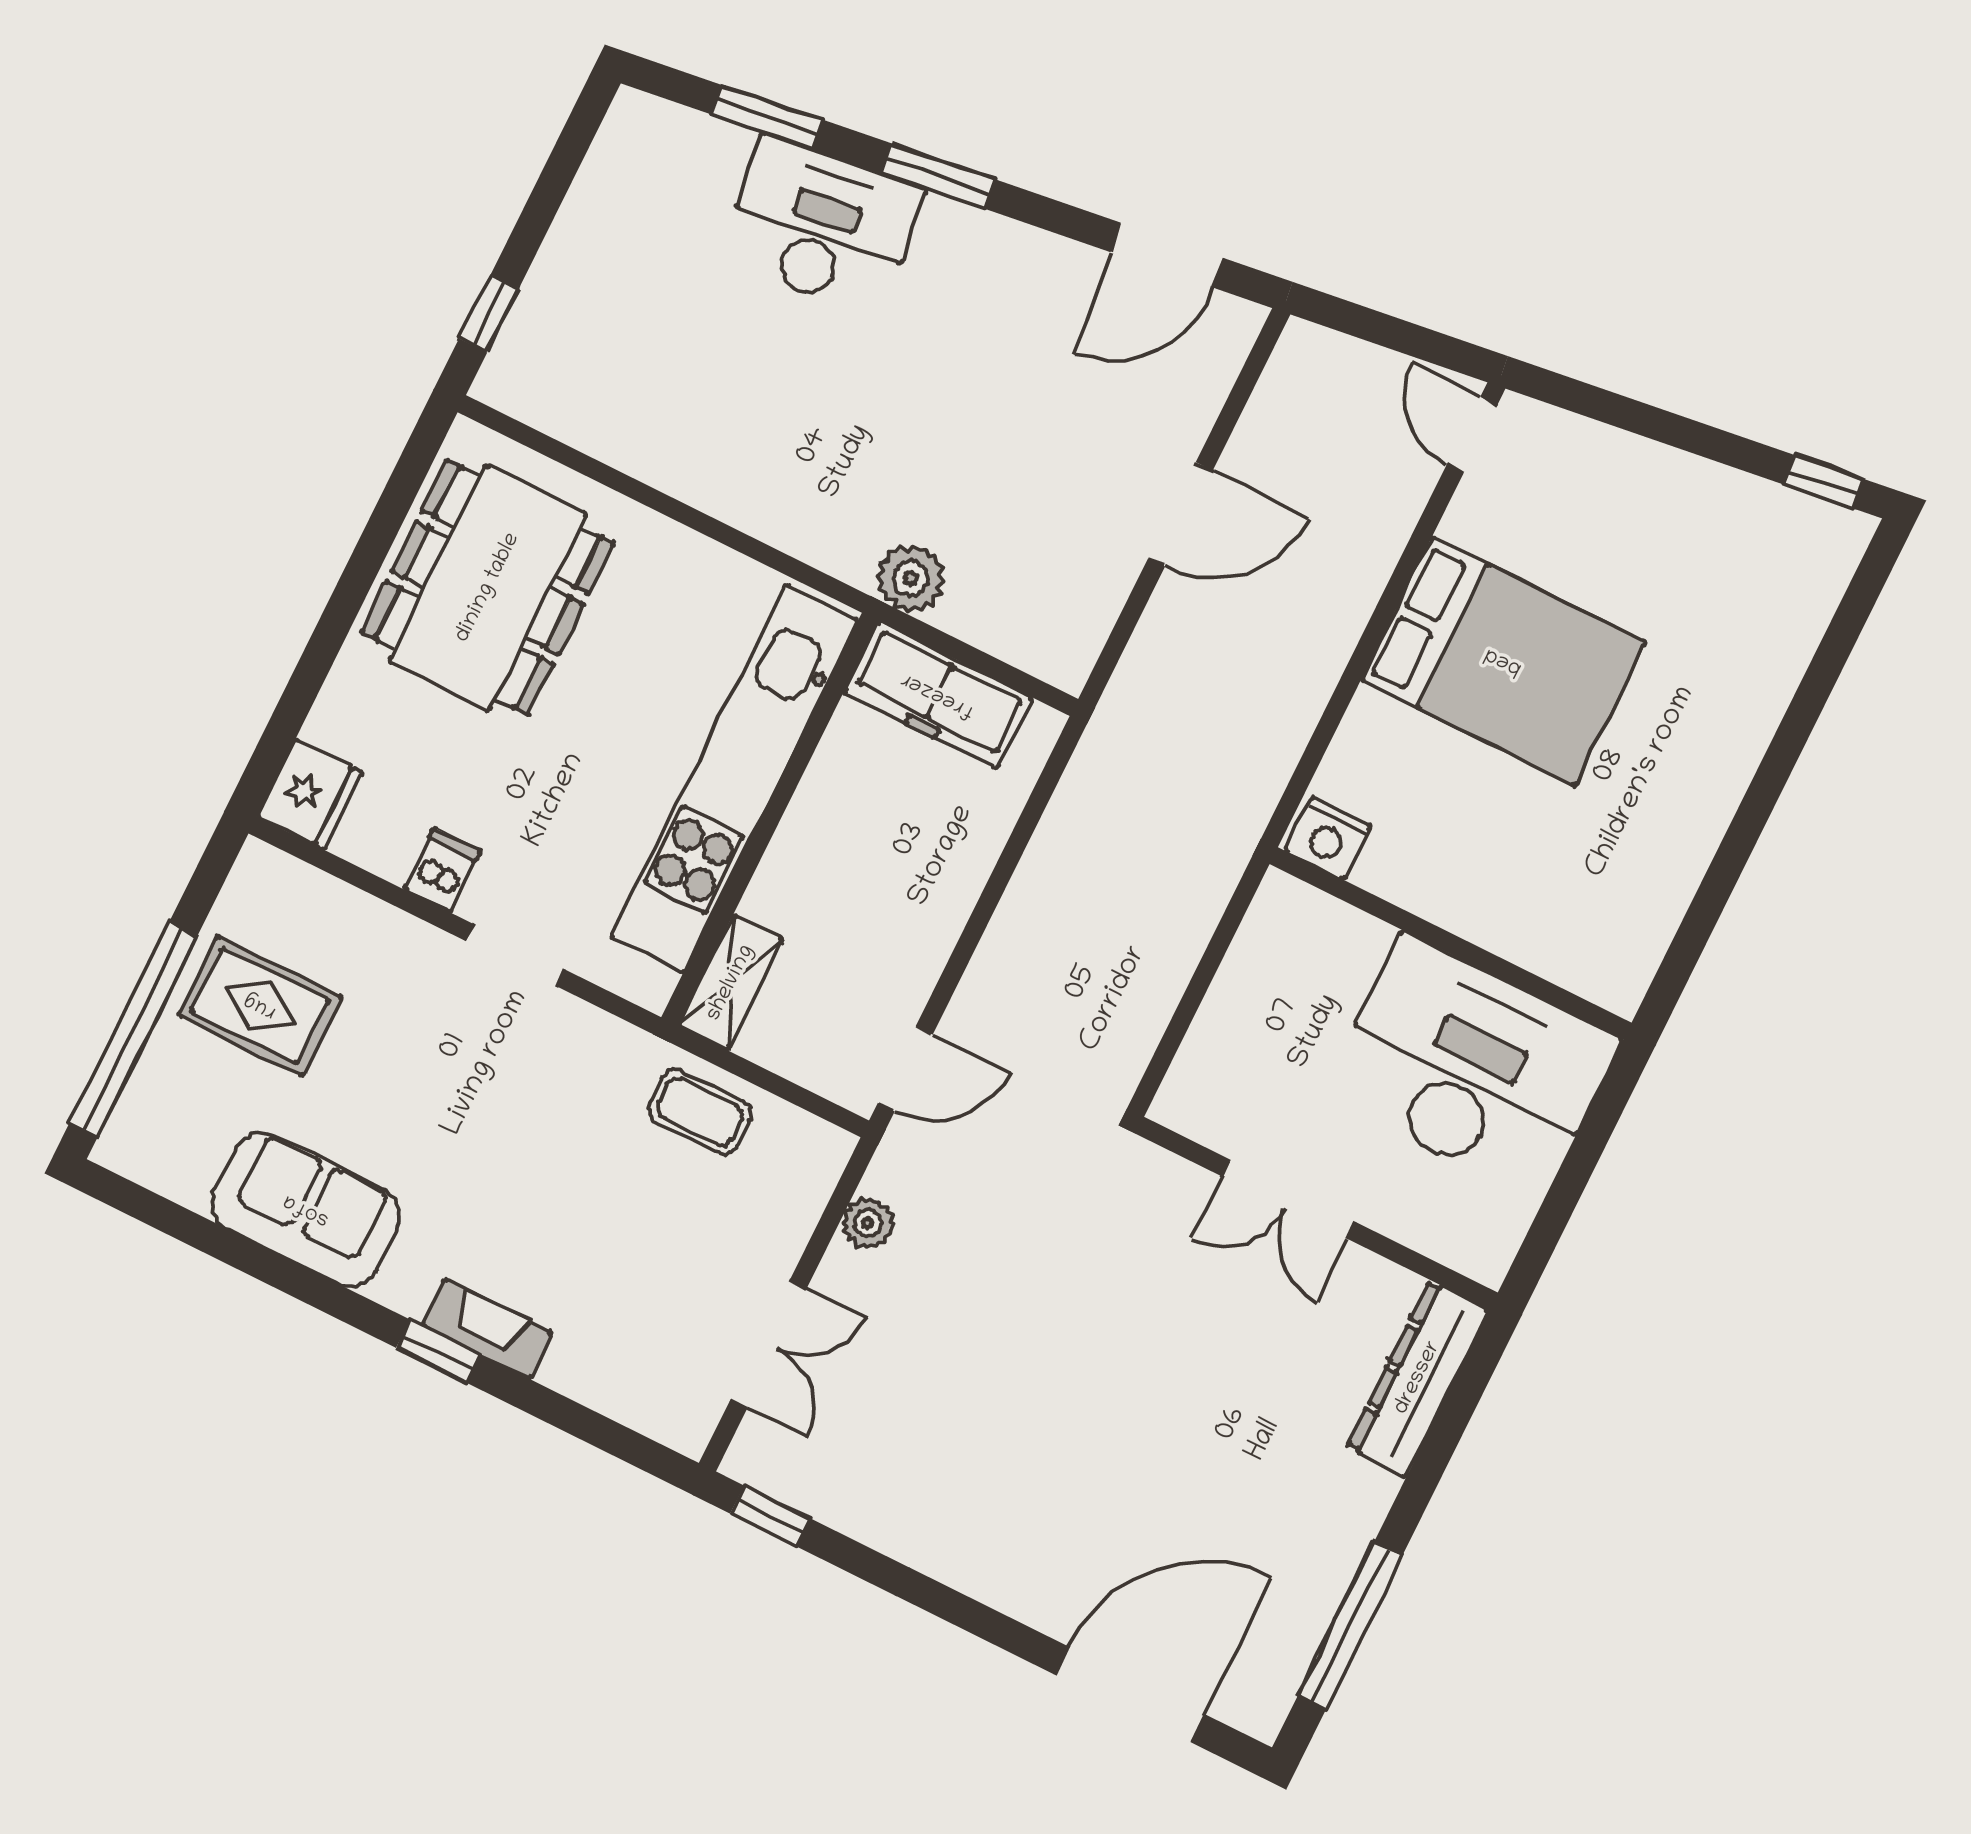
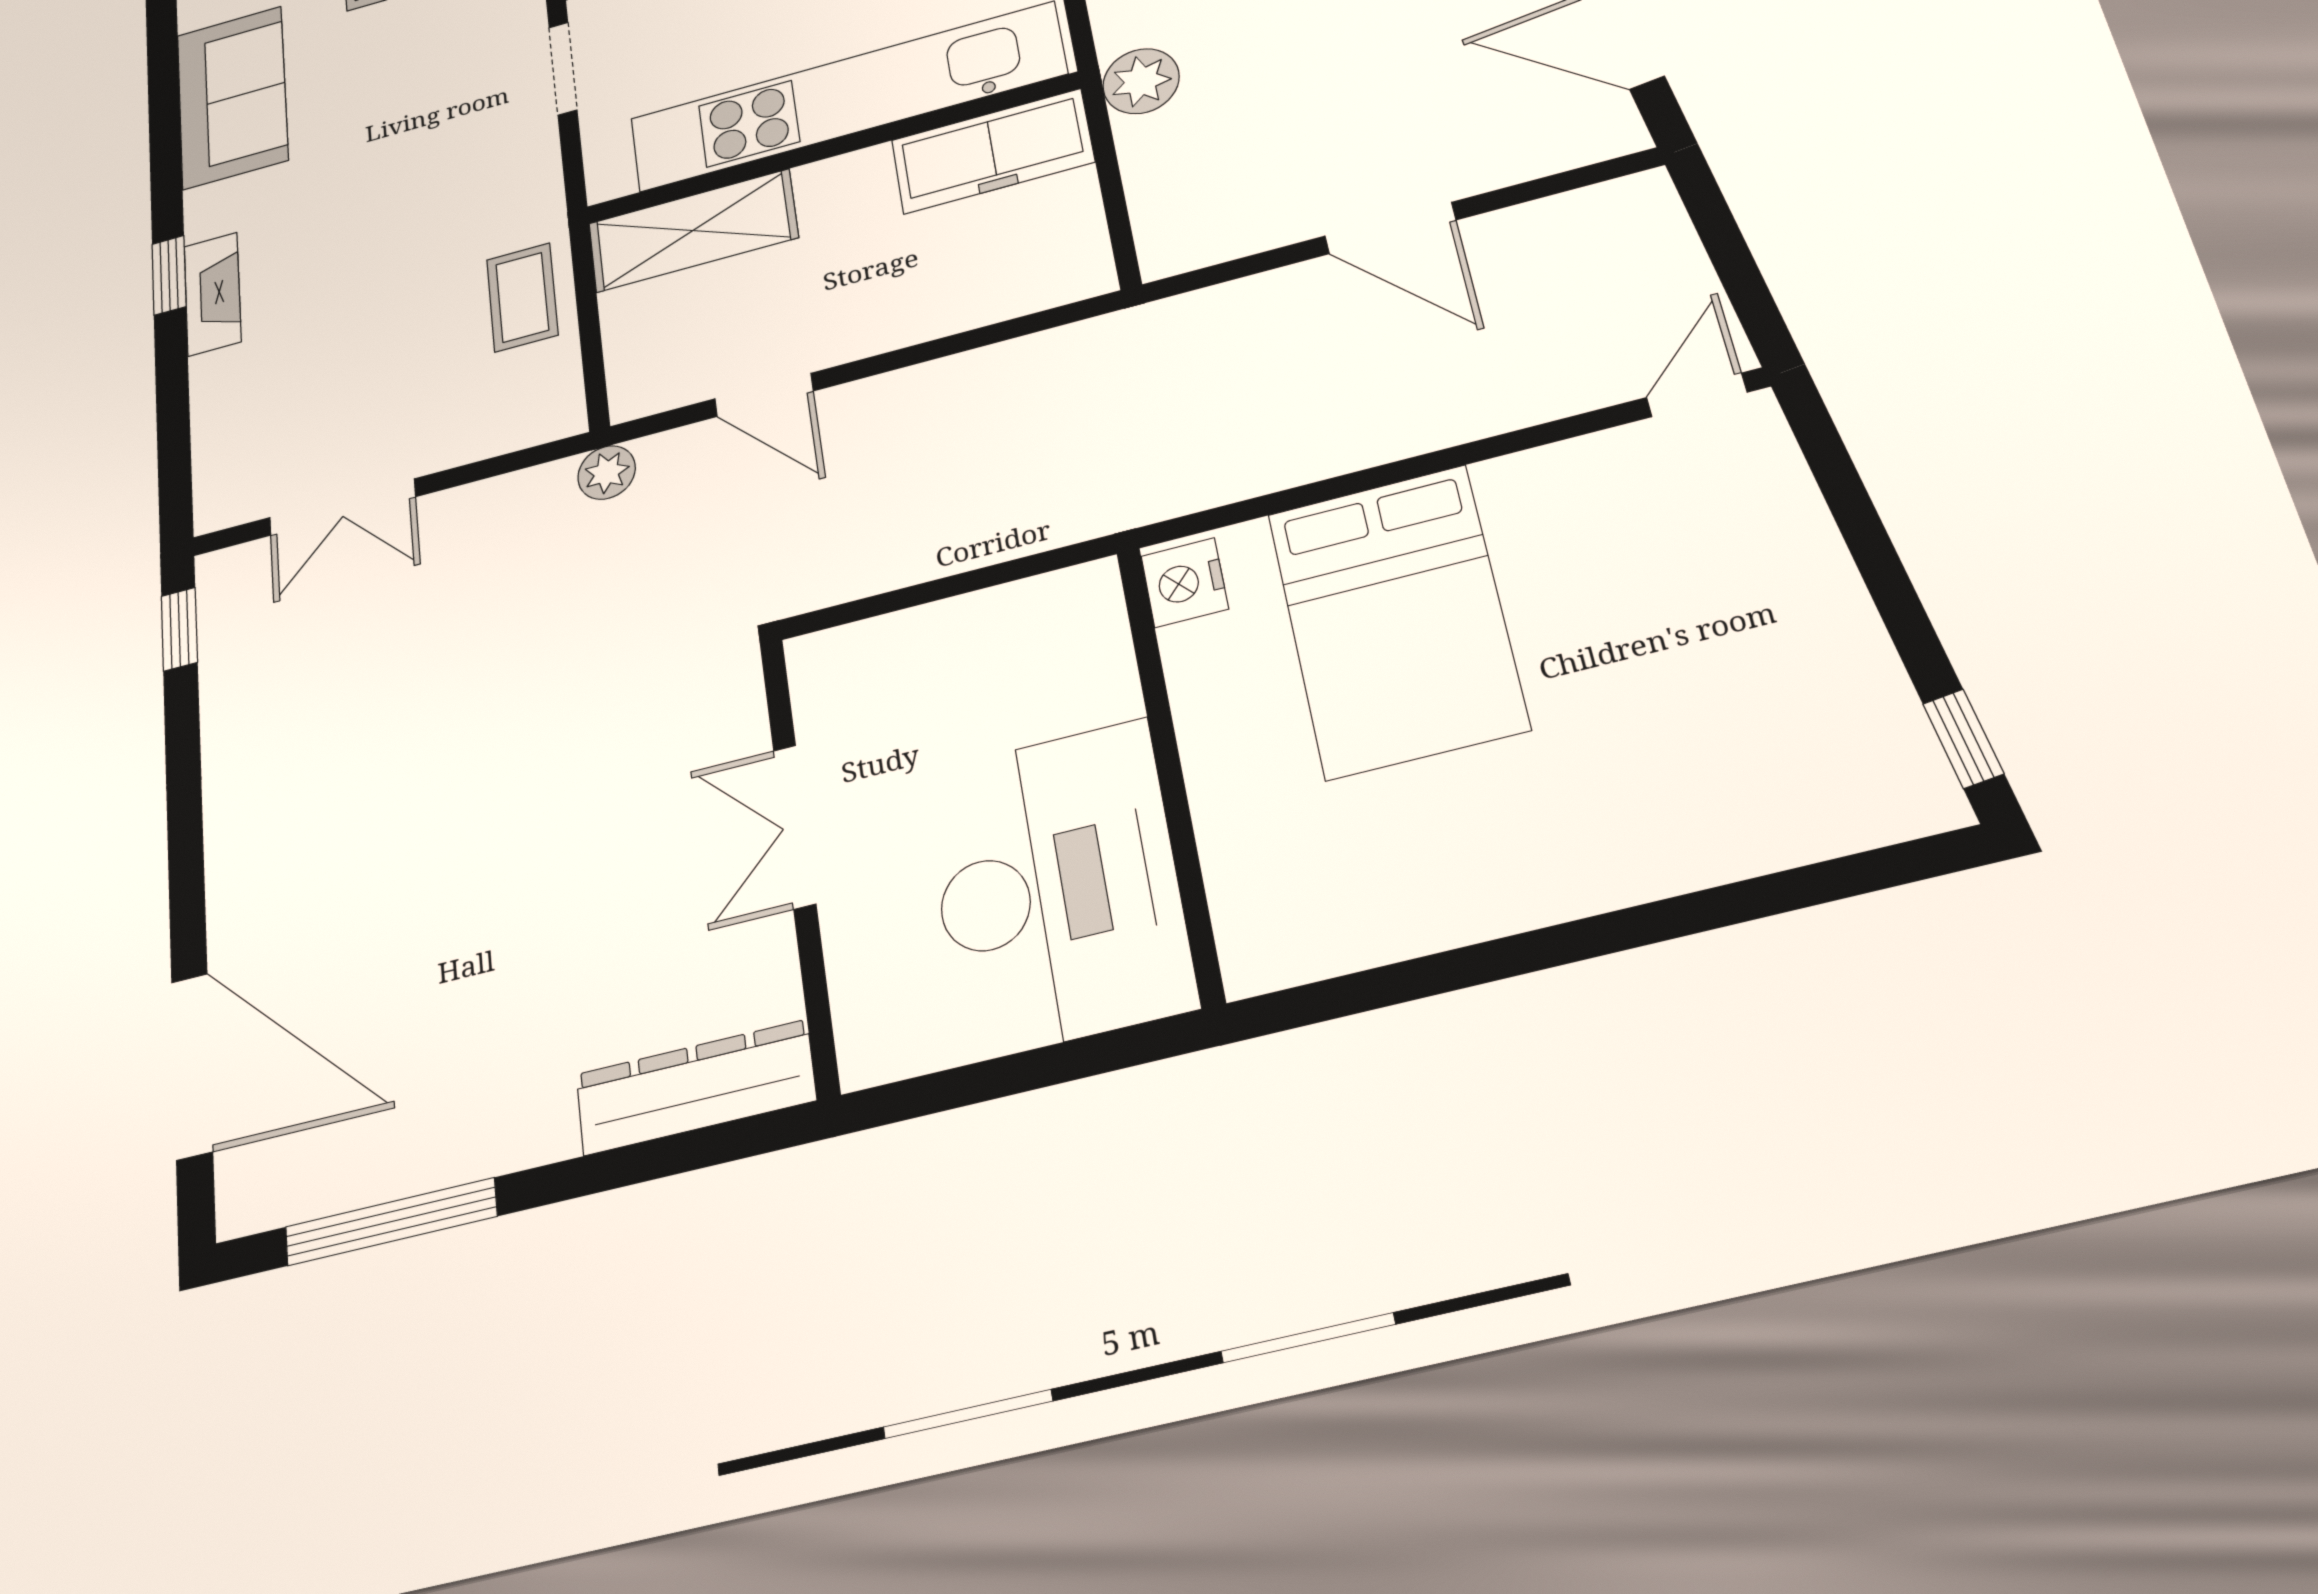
bed: (1503, 661) -> (1397, 620), moved
freezer: (938, 695) -> (992, 151), moved, turned -90
shelving: (731, 983) -> (693, 231), width x1.50, depth x1.33
door: (905, 1069) -> (764, 395), moved
plant: (868, 1223) -> (607, 473), moved

